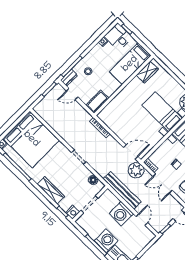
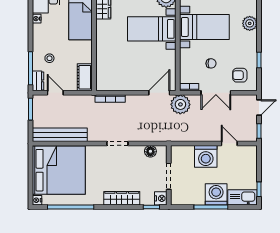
door: (72, 94) -> (55, 93), swing flipped
bench: (122, 190) -> (60, 135), moved

